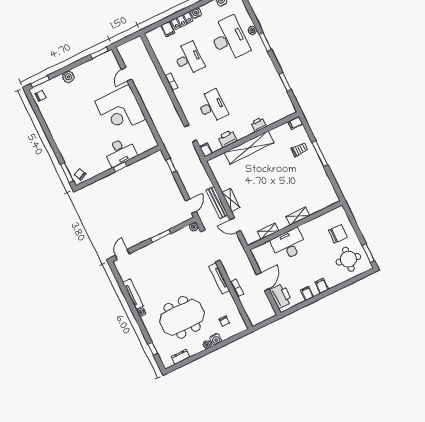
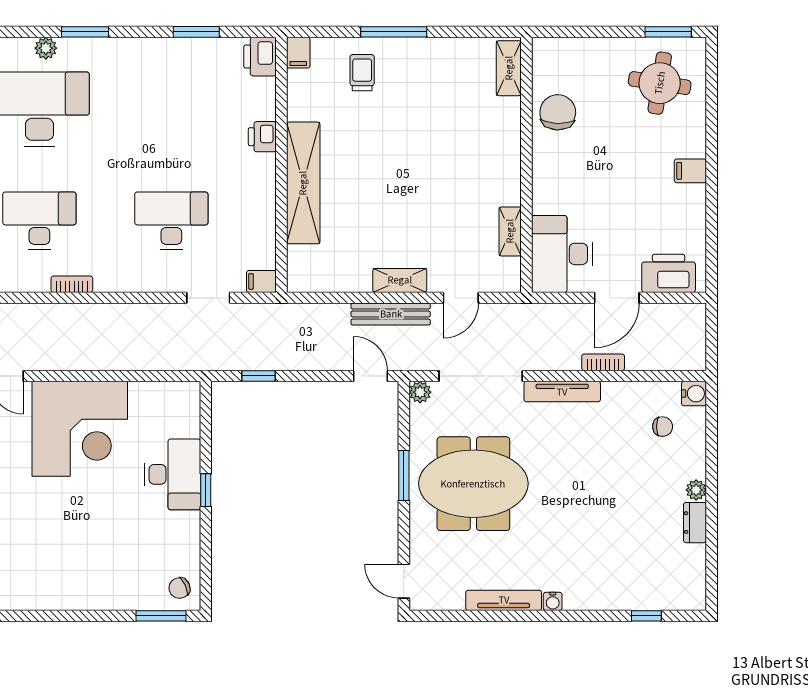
printer: (228, 139) -> (260, 57), moved
shelving: (298, 216) -> (509, 68), moved
chair: (338, 234) -> (558, 112), moved
desk: (289, 245) -> (562, 254), moved
door: (263, 282) -> (617, 298), swing flipped
filing cabinet: (307, 293) -> (691, 212), removed
meeting table: (182, 317) -> (473, 484), moved, turned 90
water cooler: (216, 339) -> (694, 394), moved
dresser: (181, 357) -> (695, 523), moved

